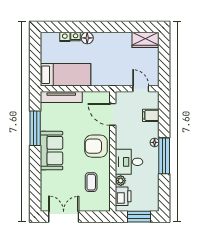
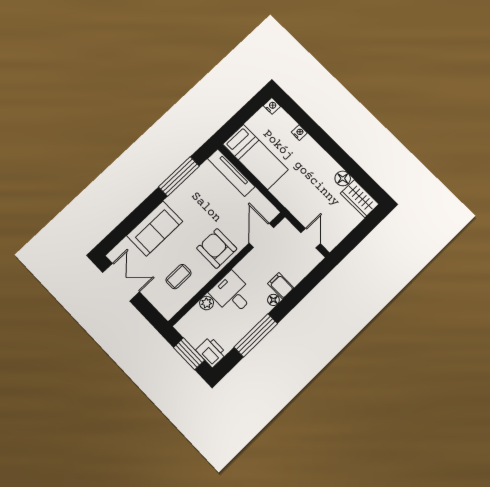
nightstand: (65, 37) -> (272, 106), moved
floor lamp: (87, 38) -> (343, 178), moved
filing cabinet: (151, 115) -> (281, 286), moved
sofa: (52, 151) -> (155, 229), moved
window: (164, 156) -> (256, 335), moved
printer: (123, 196) -> (211, 352), moved, turned -90

